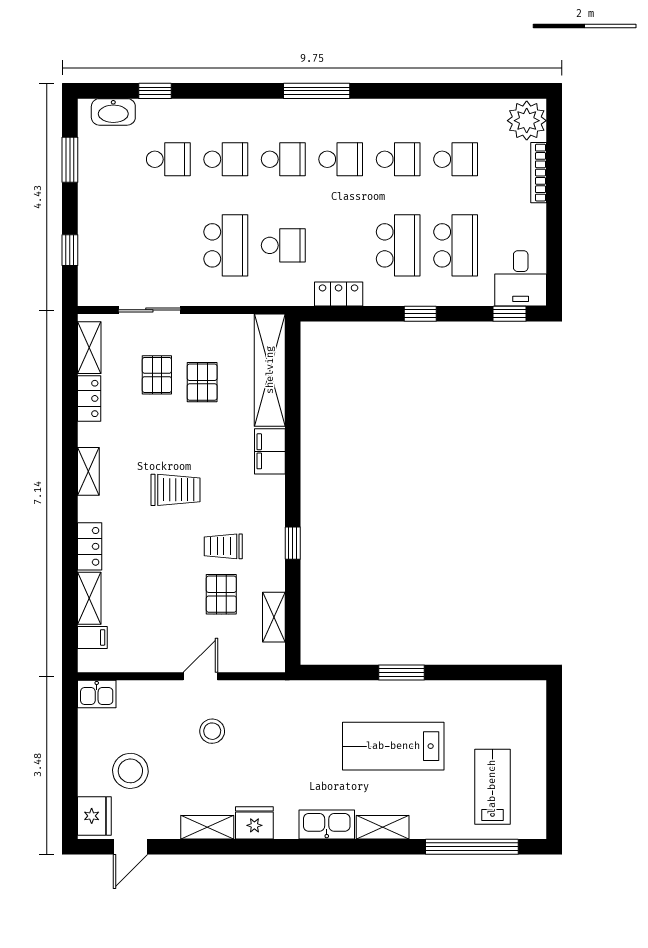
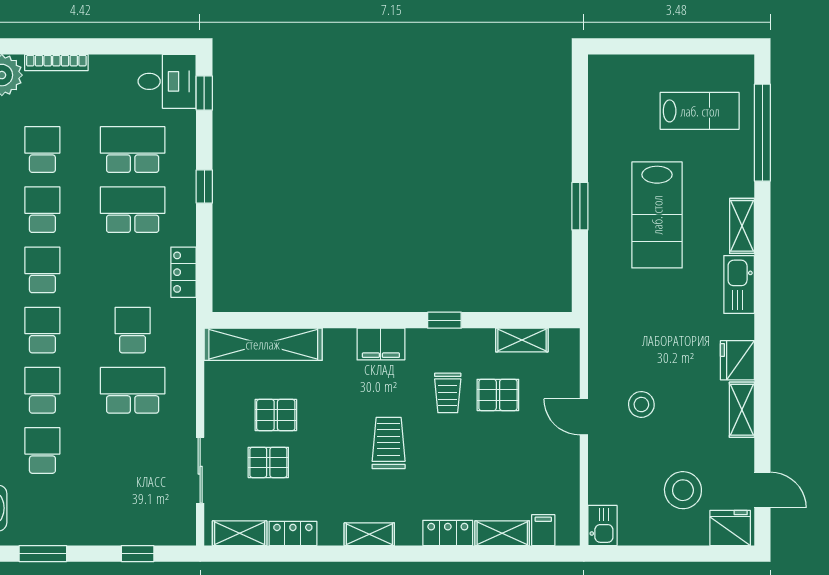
filing cabinet: (270, 451) -> (381, 344), moved
lab bench: (492, 787) -> (700, 111), turned 180

